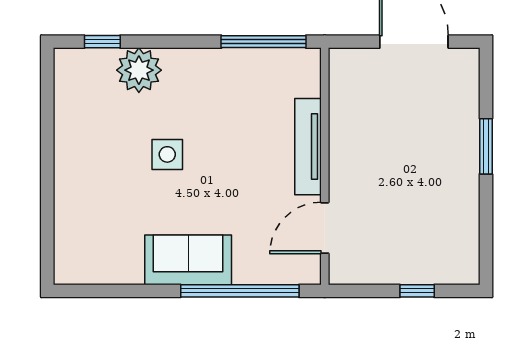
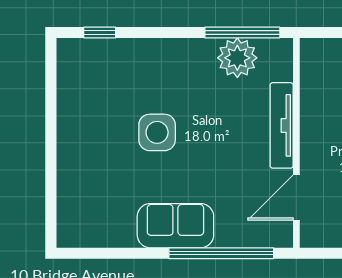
plant: (139, 70) -> (237, 58), moved
side table: (167, 154) -> (157, 132), width x1.37, depth x1.37

